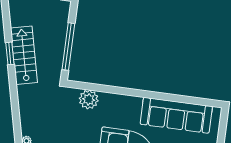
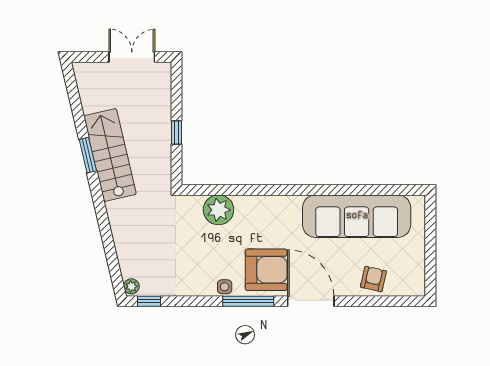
window: (68, 47) -> (176, 133), width x0.32

